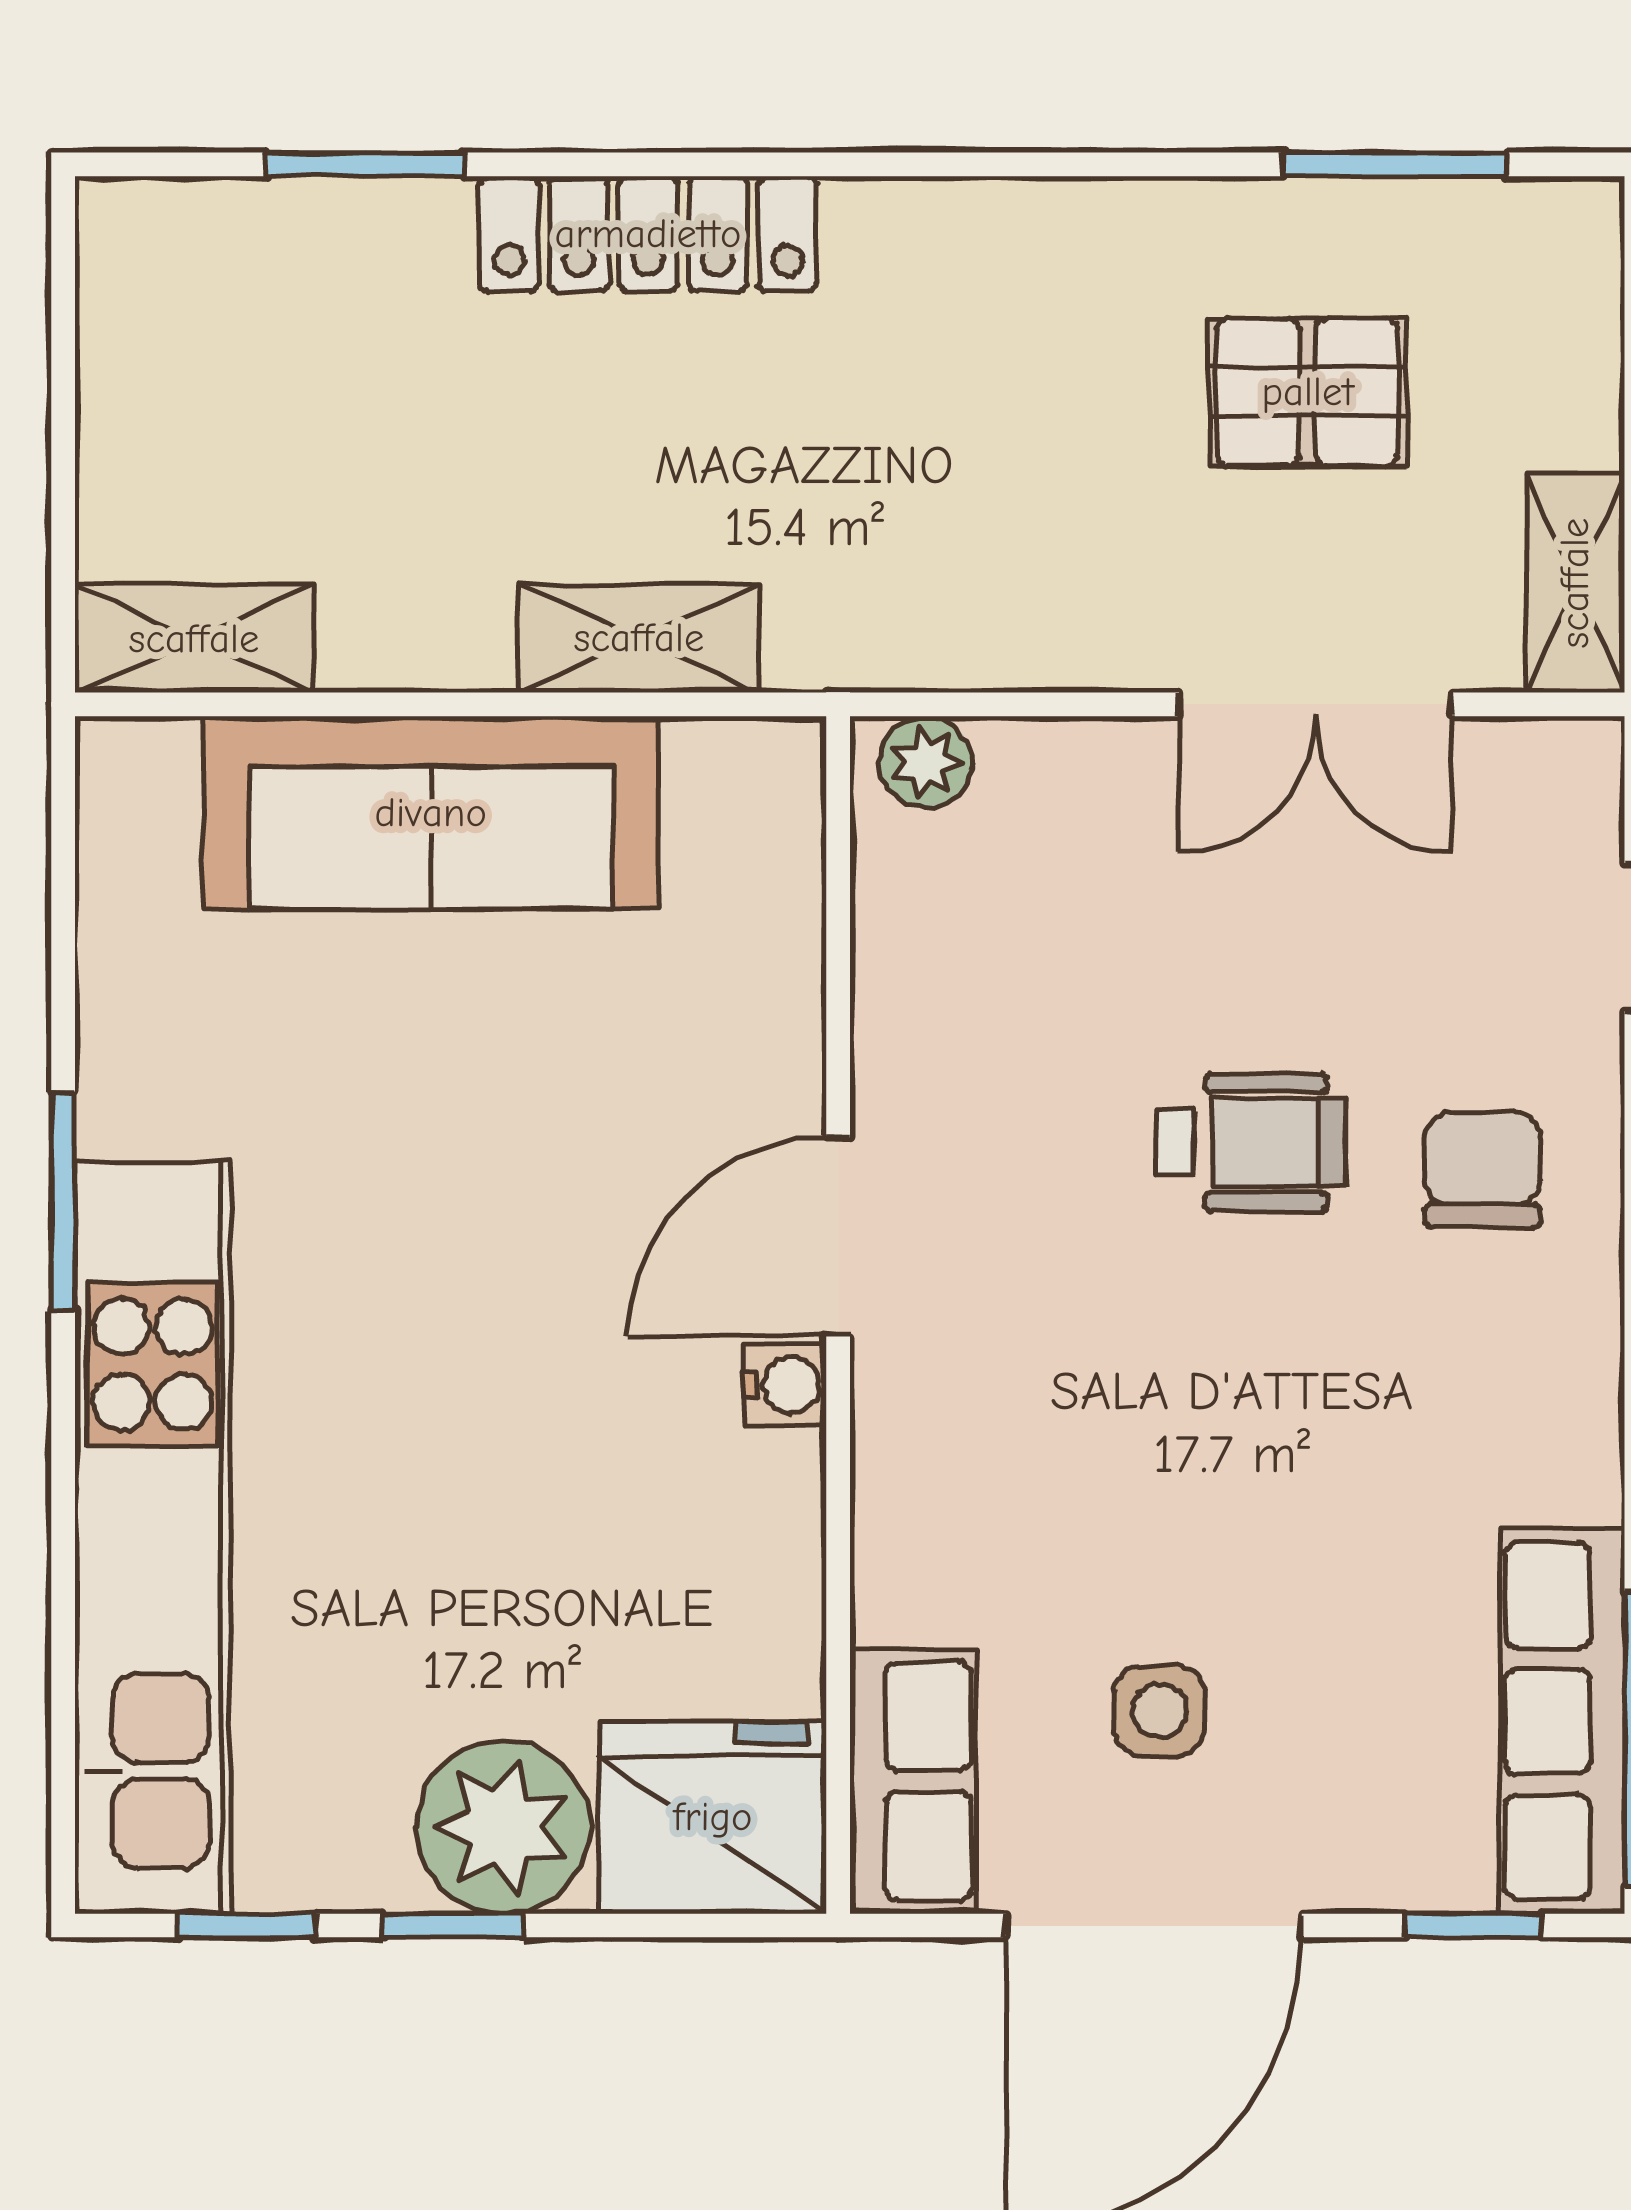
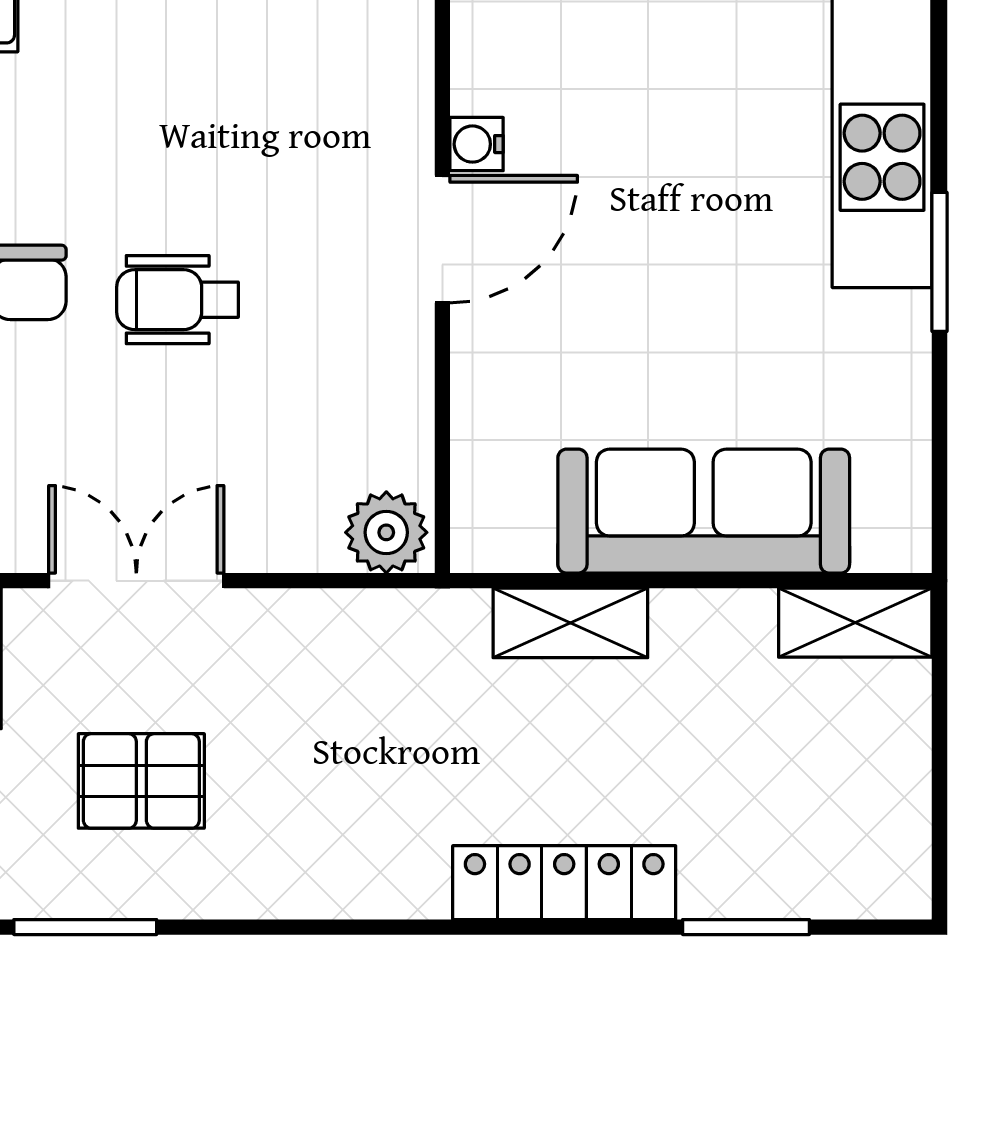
plant: (926, 762) -> (386, 532), width x1.38, depth x1.38

